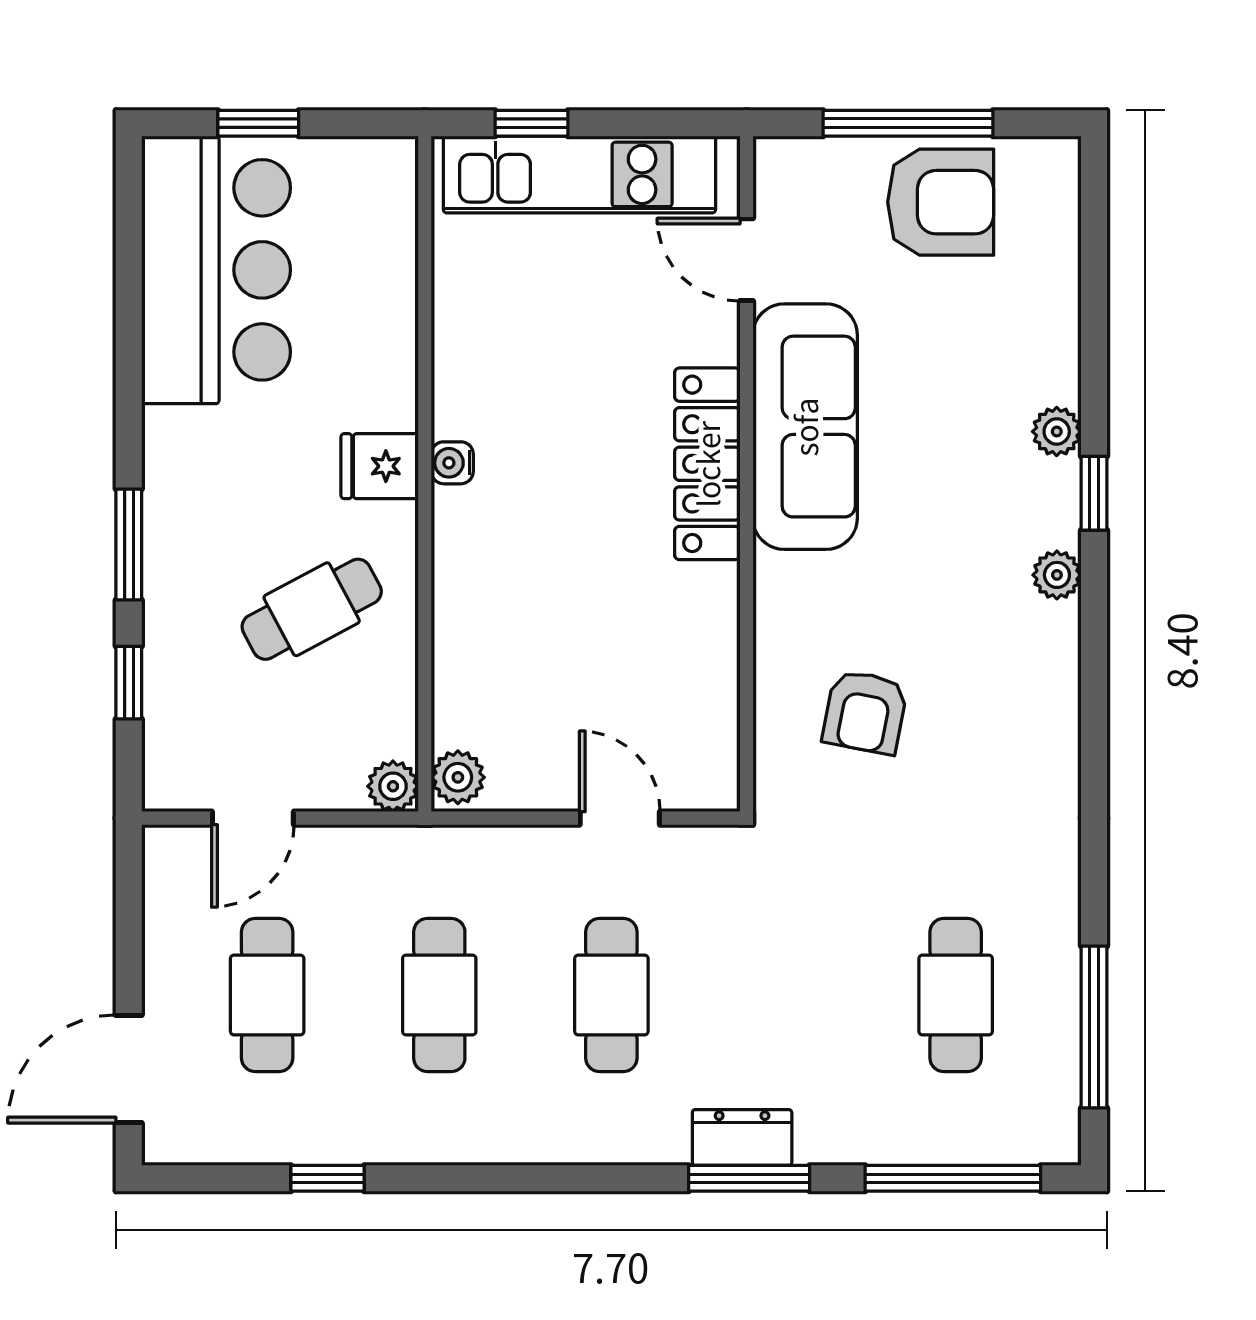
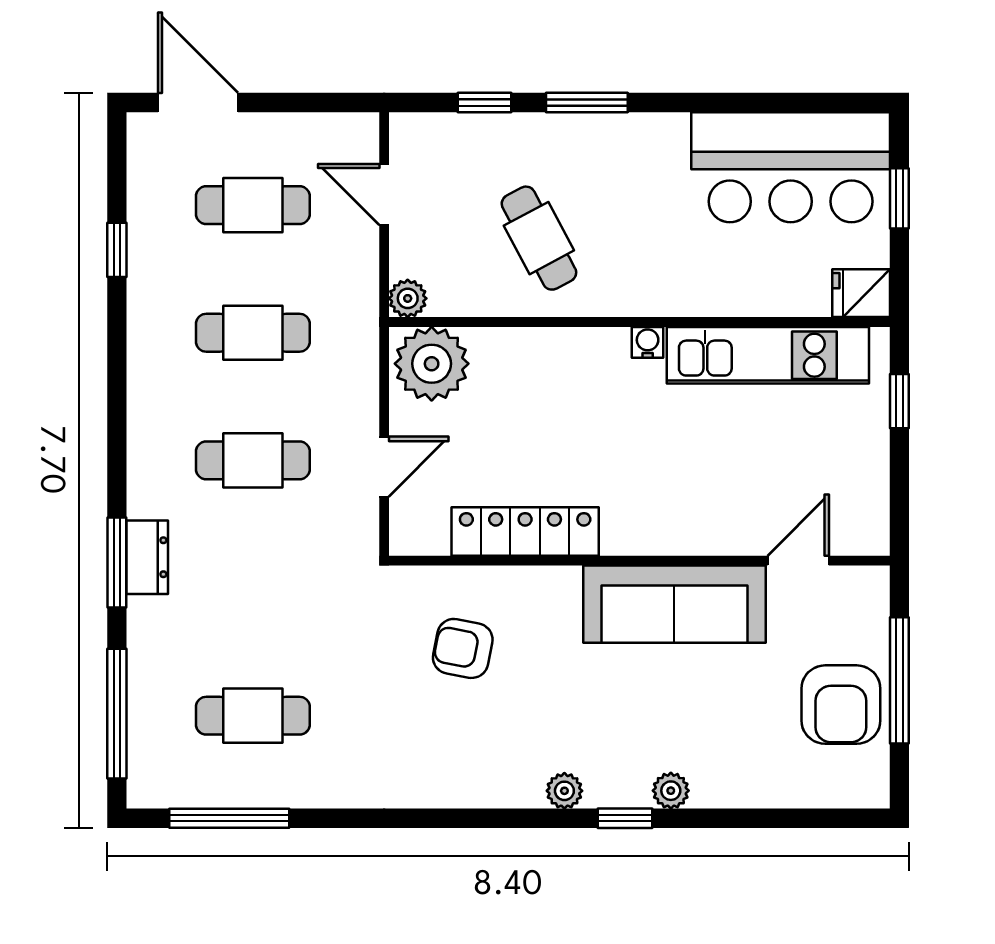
kitchen unit: (579, 174) -> (768, 355), moved, turned -90
locker: (707, 464) -> (525, 532), moved
fridge: (380, 466) -> (861, 293), moved, turned -90
plant: (458, 777) -> (432, 364), width x1.88, depth x1.88

